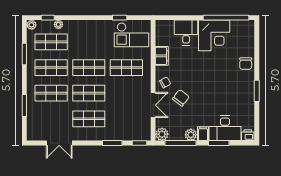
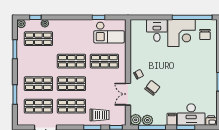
filing cabinet: (162, 56) -> (136, 51), removed
chair: (246, 64) -> (205, 35), moved
shop shelf: (51, 68) -> (38, 106), moved
double door: (153, 105) -> (128, 94), swing flipped
trolley: (121, 129) -> (100, 115), added
plant: (191, 135) -> (147, 120), moved

